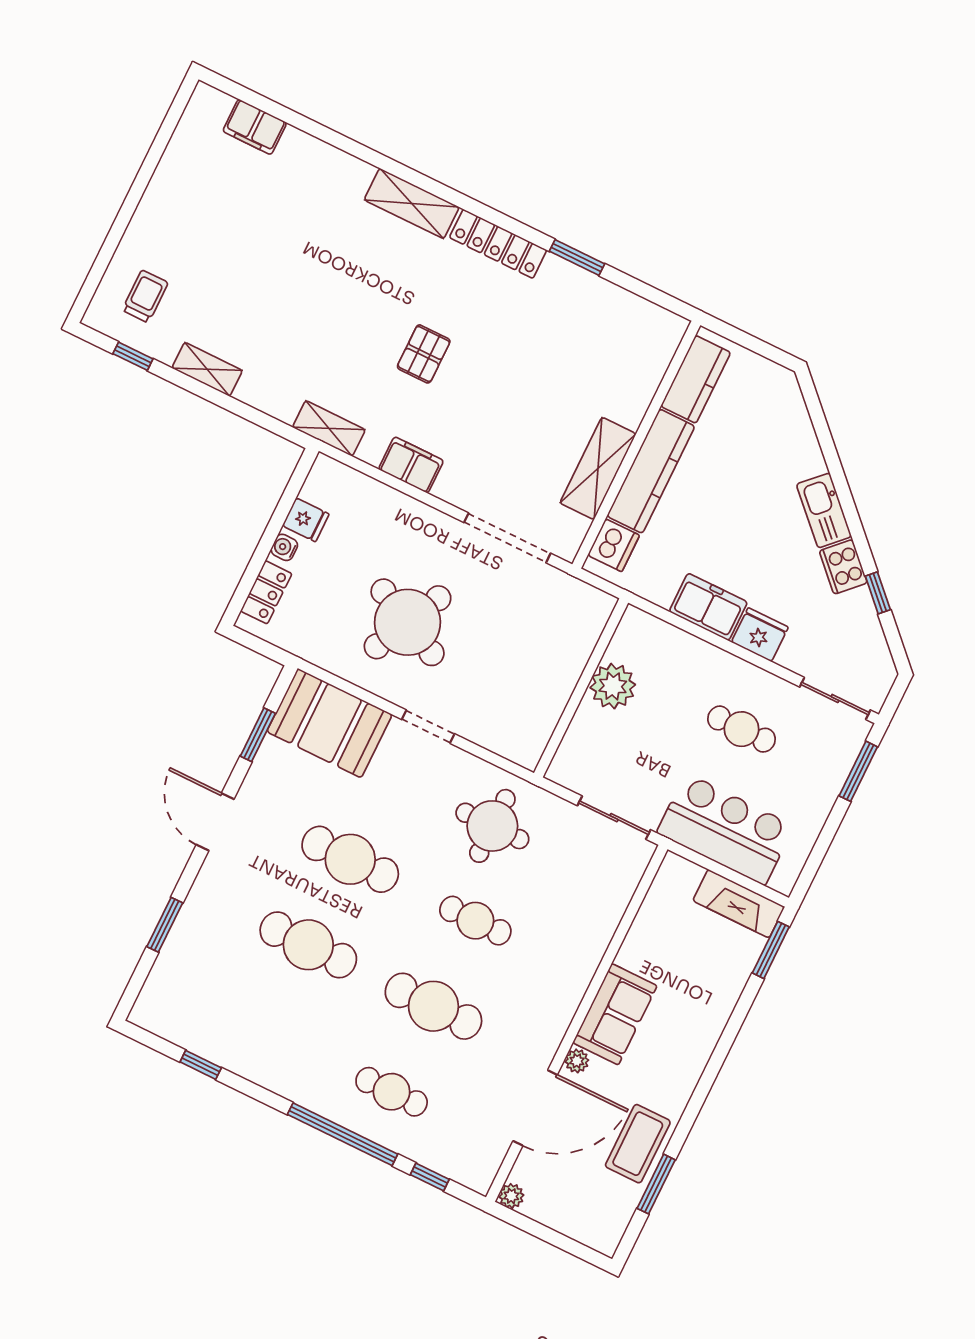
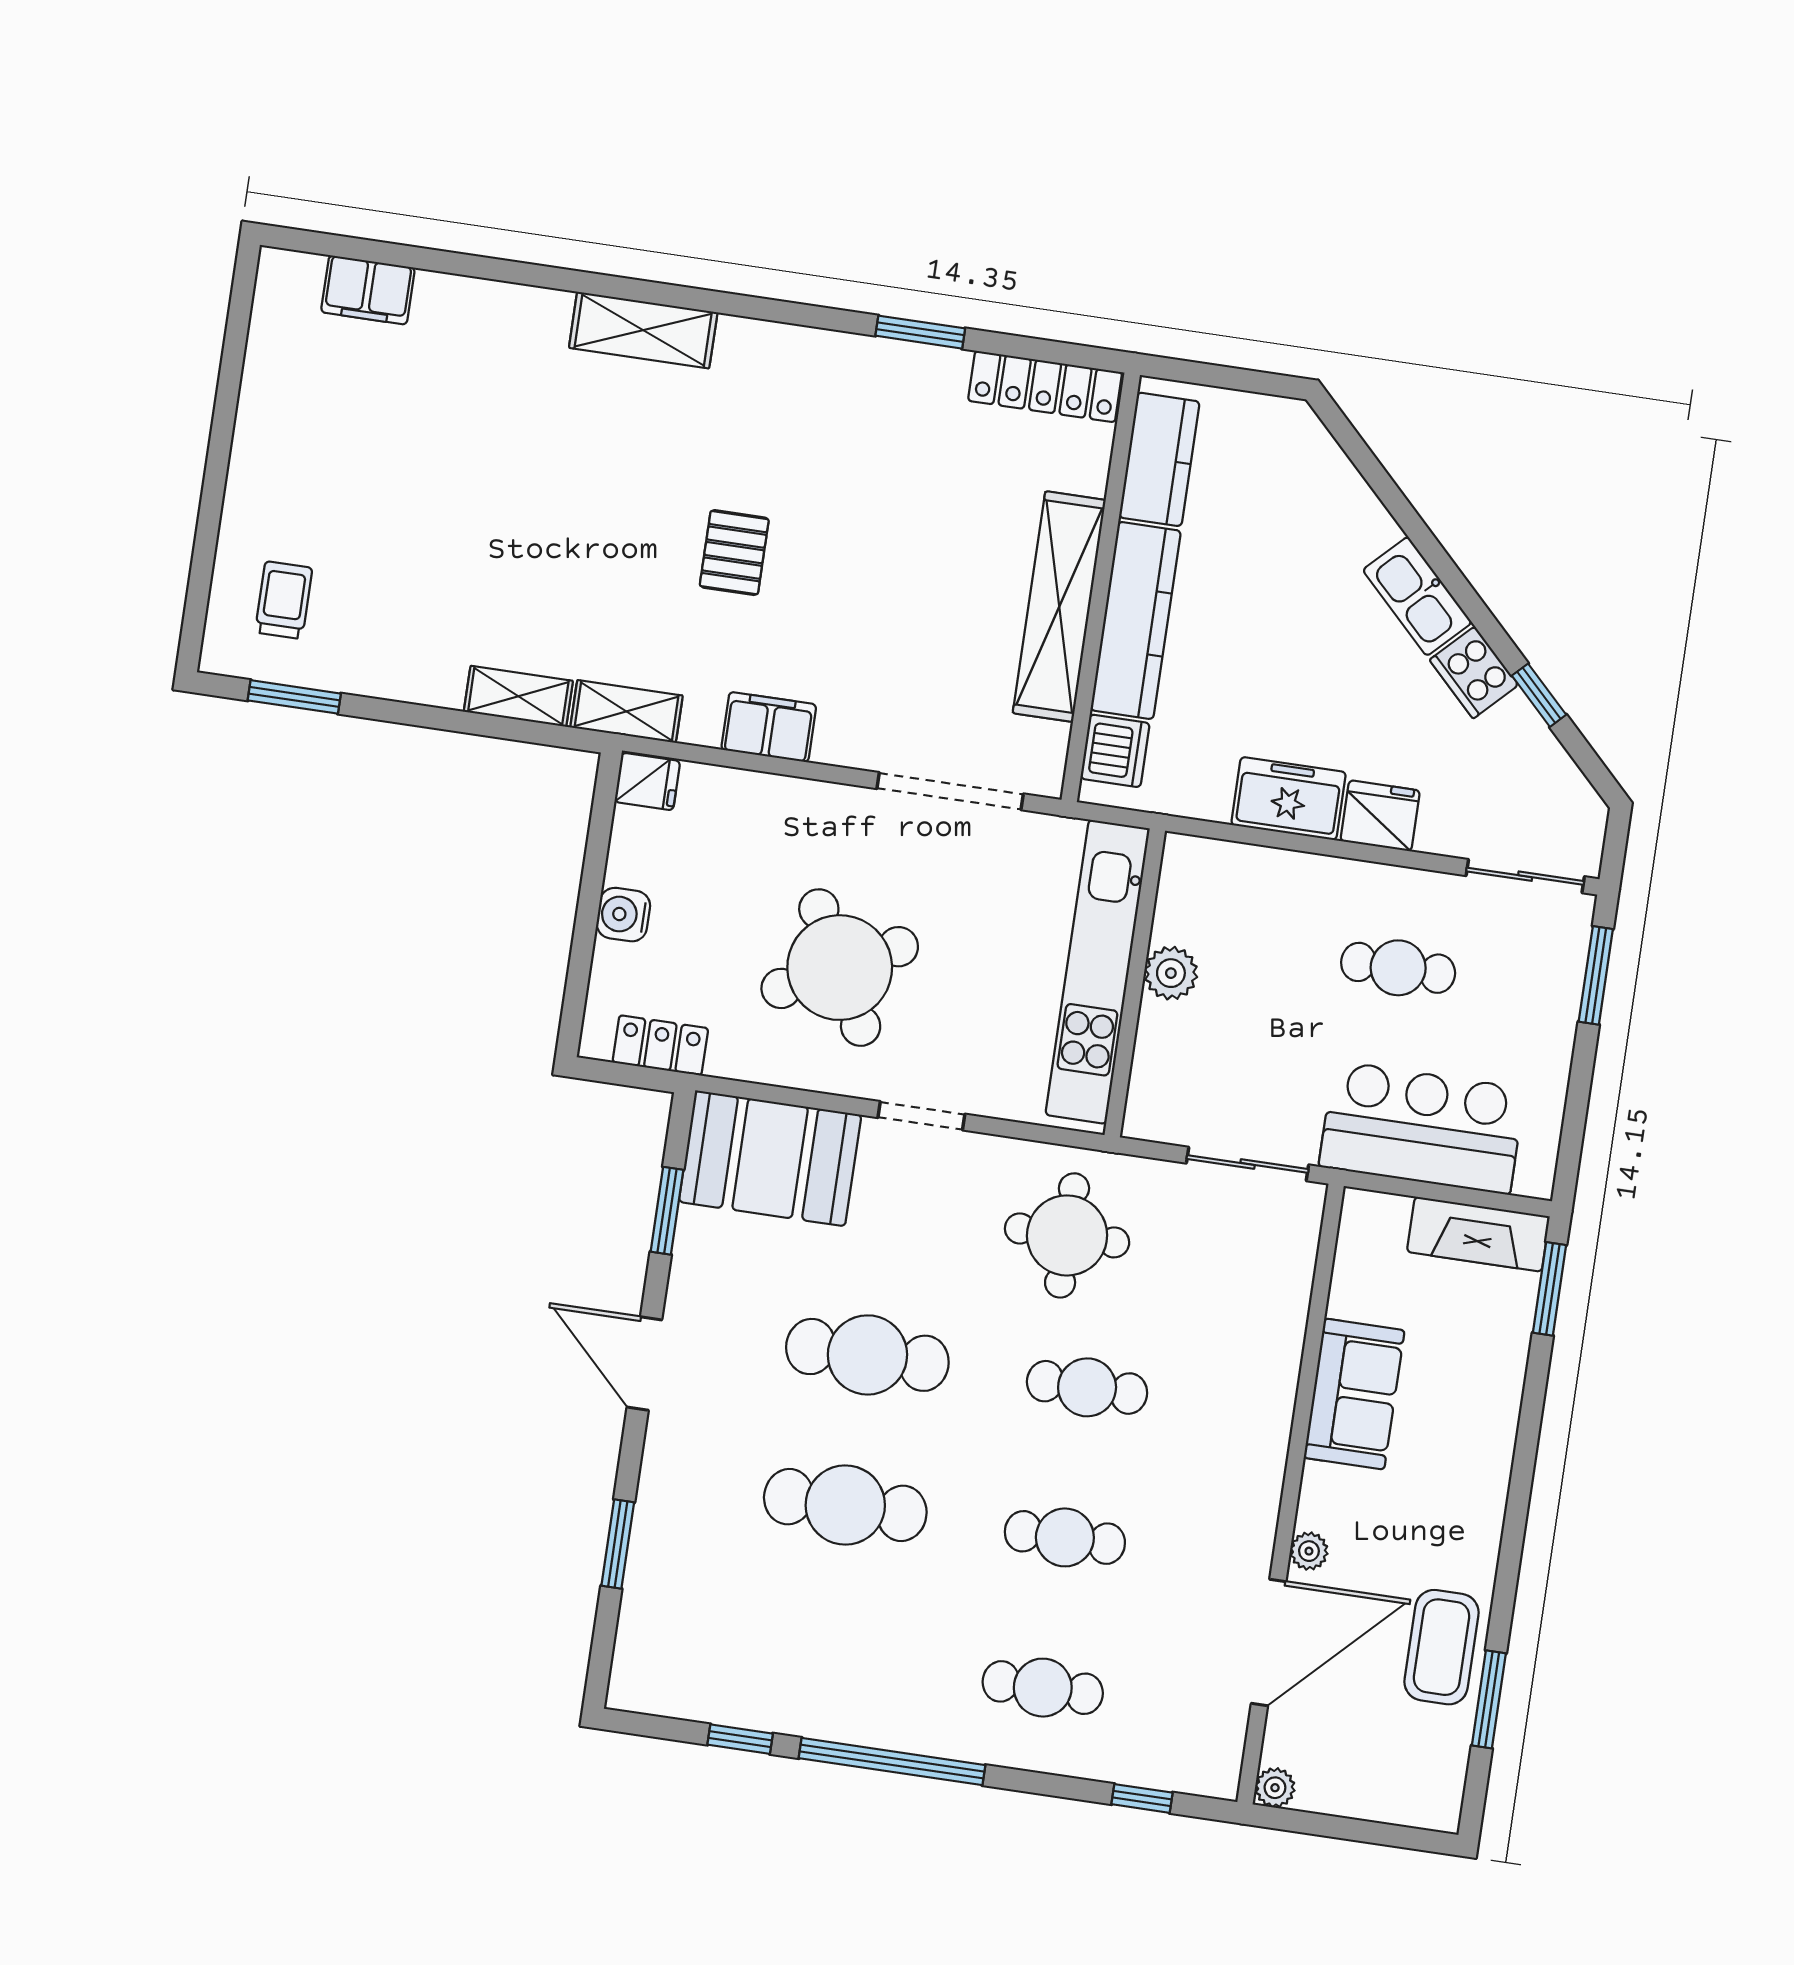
locker: (498, 244) -> (1045, 386), moved
window: (133, 356) -> (294, 697), width x1.50
shelving: (207, 369) -> (518, 696), moved
shelving: (598, 468) -> (1059, 607), width x1.47
fridge: (306, 520) -> (647, 782), moved
water cooler: (284, 547) -> (623, 915), width x1.38, depth x1.38
locker: (266, 592) -> (660, 1045), moved, turned -90
round table: (408, 622) -> (840, 968), turned 36
kitchen unit: (561, 674) -> (1098, 972), added
plant: (613, 686) -> (1171, 973), width x0.73, depth x0.73
cafe table: (433, 1006) -> (1065, 1537), width x0.73, depth x0.74
sofa: (615, 1014) -> (1354, 1394), moved
window: (343, 1134) -> (892, 1762), moved

